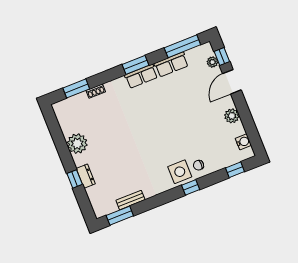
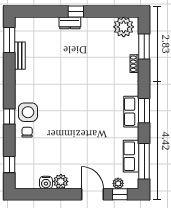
row of seats: (171, 65) -> (131, 156), moved
water cooler: (243, 142) -> (46, 183), moved
plant: (77, 144) -> (124, 27), moved
dresser: (86, 176) -> (70, 23), moved
window: (75, 179) -> (76, 11), moved

